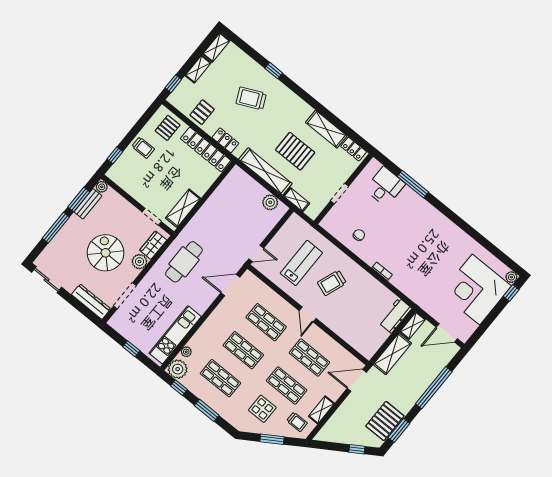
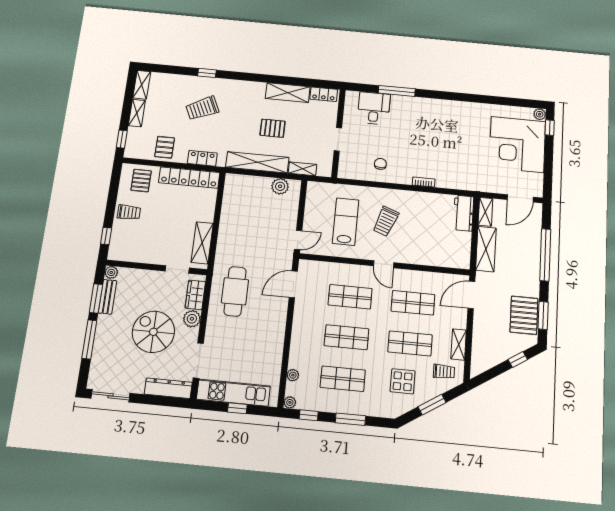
pallet: (295, 151) -> (273, 128), width x0.67, depth x0.71
kitchen unit: (175, 335) -> (233, 393), moved, turned 90
plant: (178, 369) -> (290, 402), width x0.53, depth x0.53

